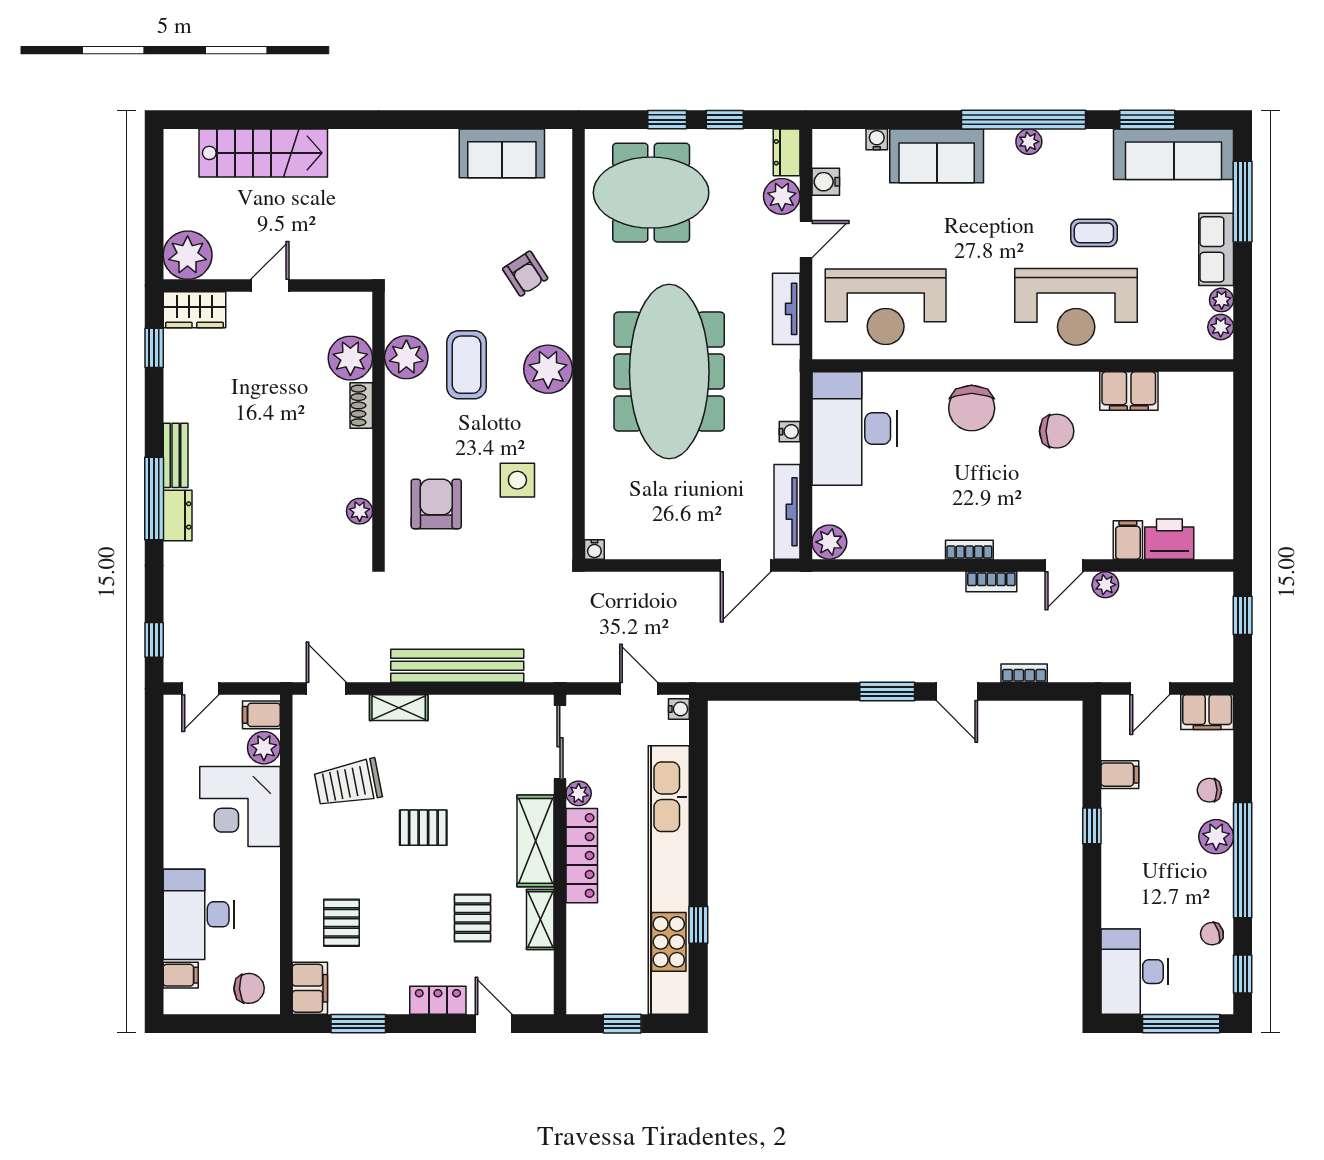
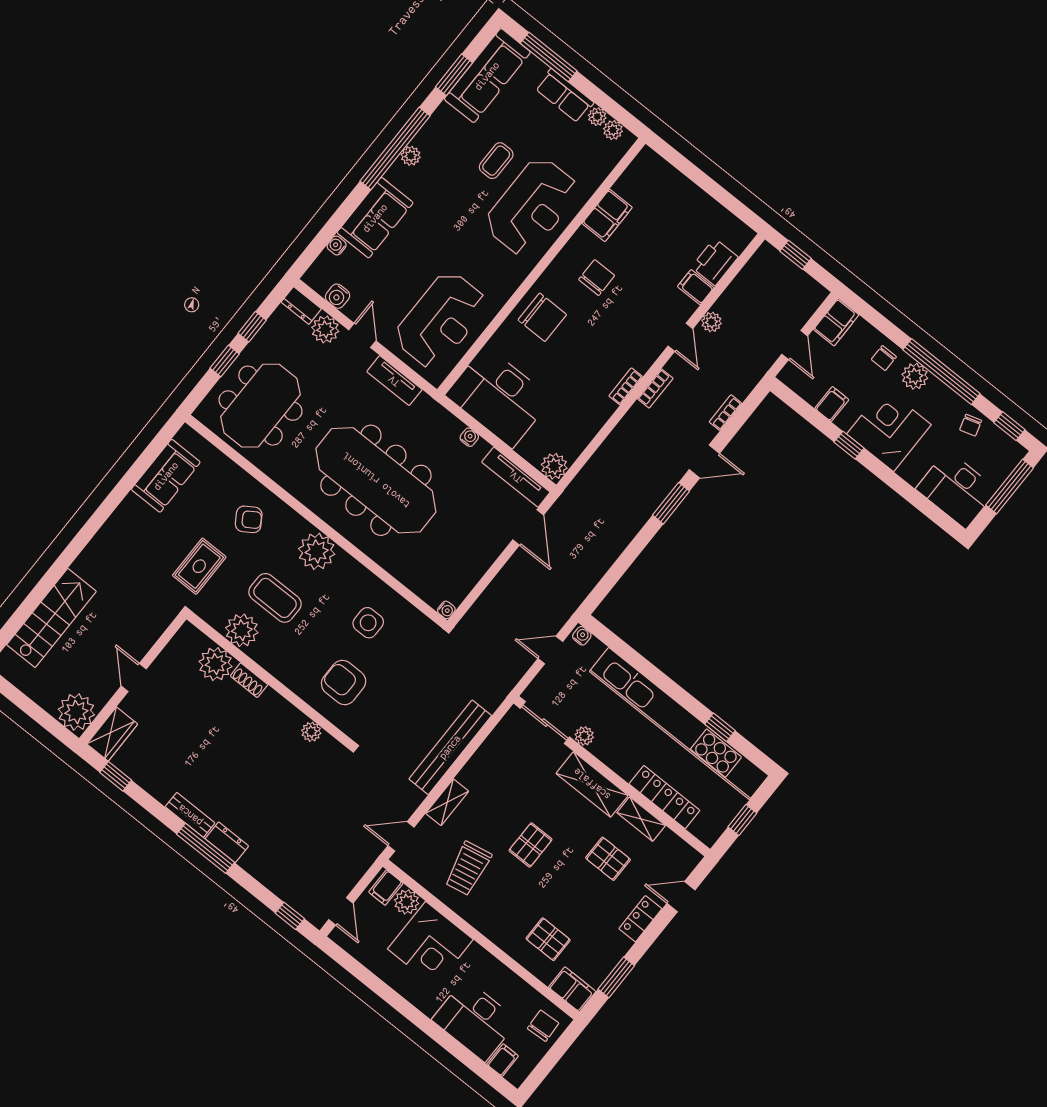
rug: (437, 261) -> (199, 566), added
corner desk: (1141, 854) -> (889, 429), added
locker: (582, 856) -> (664, 797), moved

